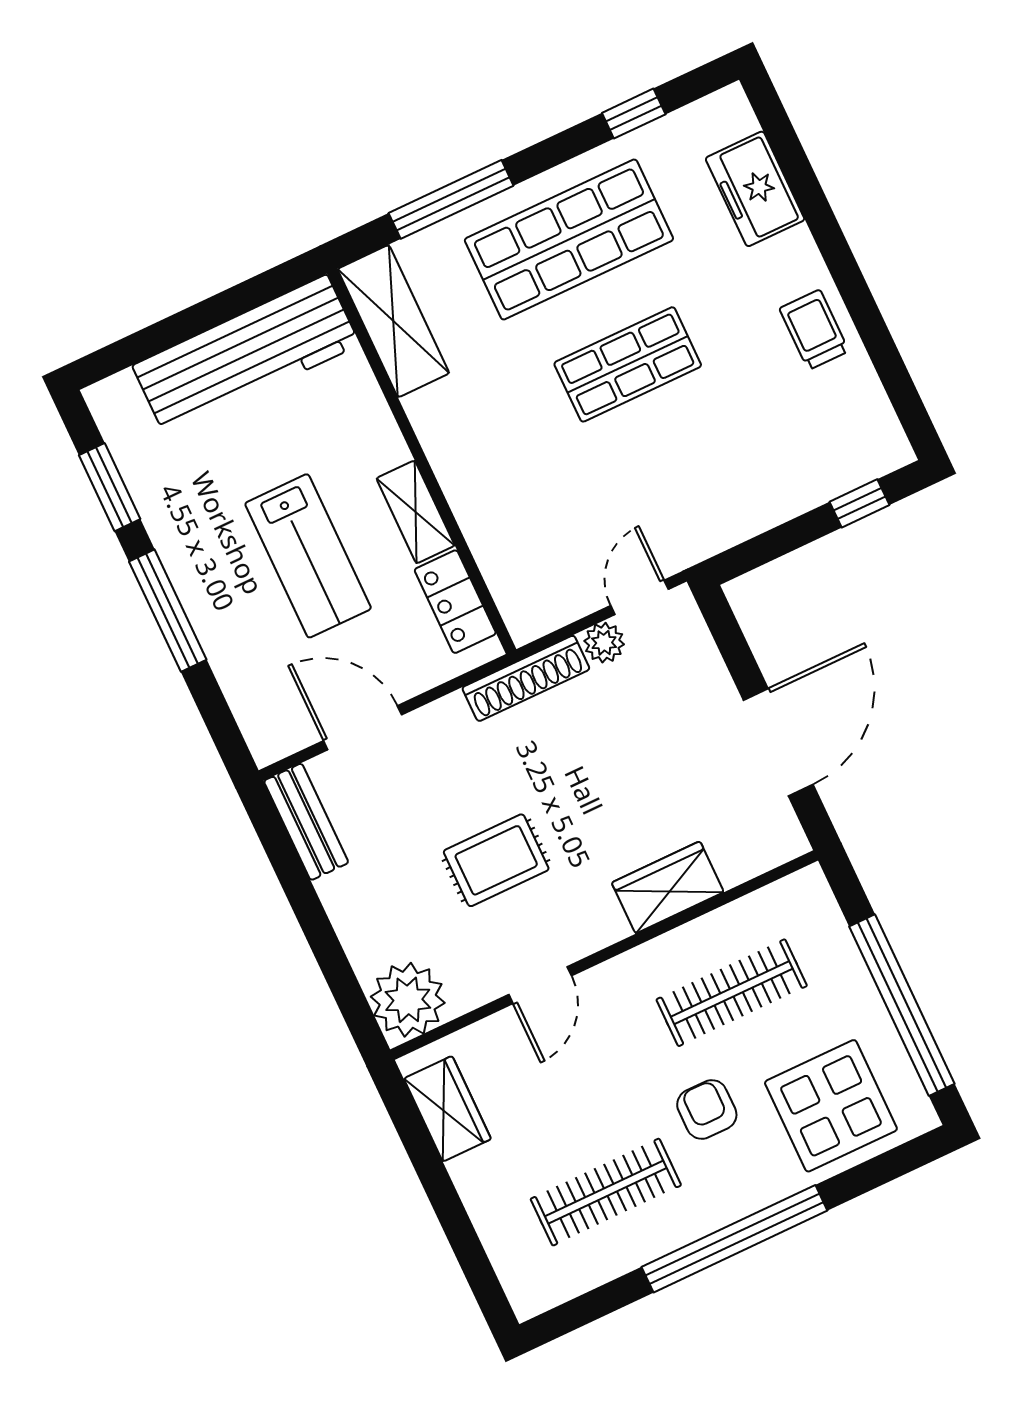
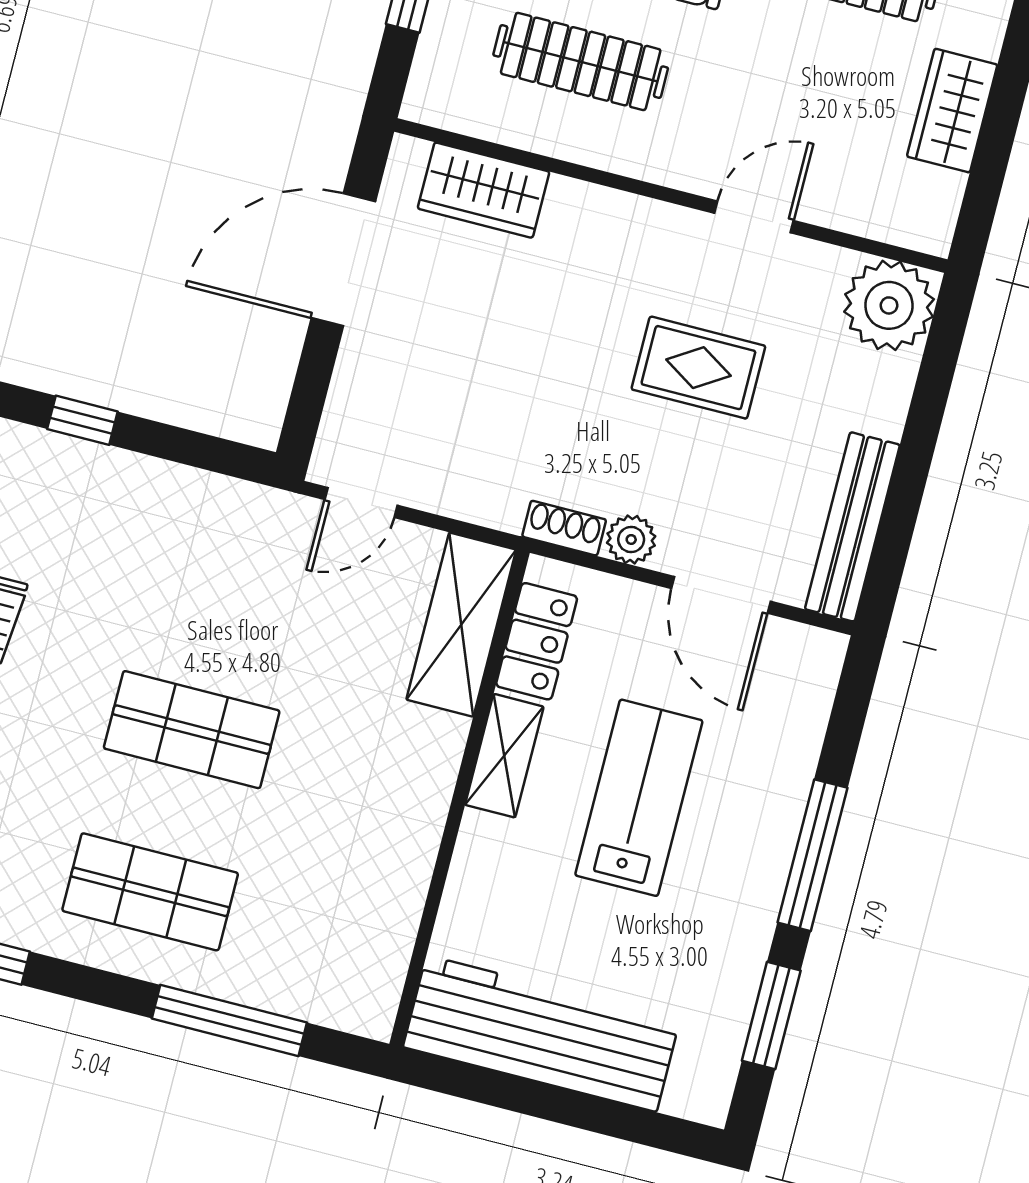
shop shelf: (569, 240) -> (150, 892), width x0.70, depth x0.74
shelving: (393, 321) -> (461, 625), moved
plant: (604, 643) -> (631, 539), moved
shoe rack: (526, 678) -> (564, 528), width x0.51, depth x0.81
bench: (306, 822) -> (852, 527), width x1.36
wardrobe: (668, 887) -> (484, 190), moved
wardrobe: (447, 1109) -> (952, 111), moved

